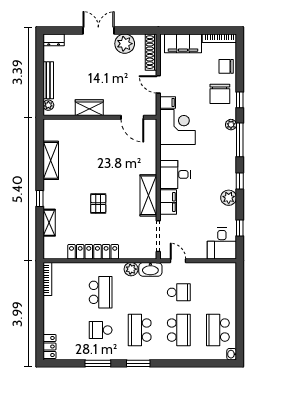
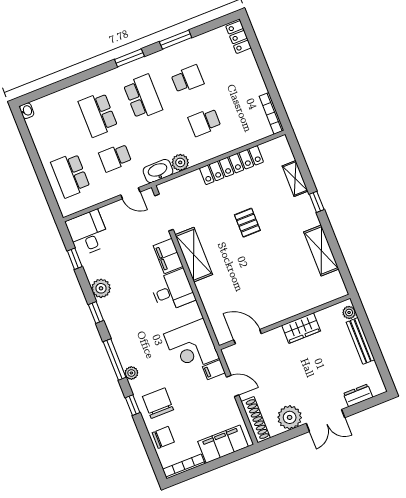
dresser: (54, 40) -> (358, 395), moved
school desk: (101, 292) -> (205, 122), width x0.54
school desk: (218, 330) -> (71, 175), moved, turned 180

